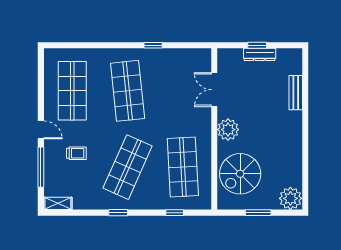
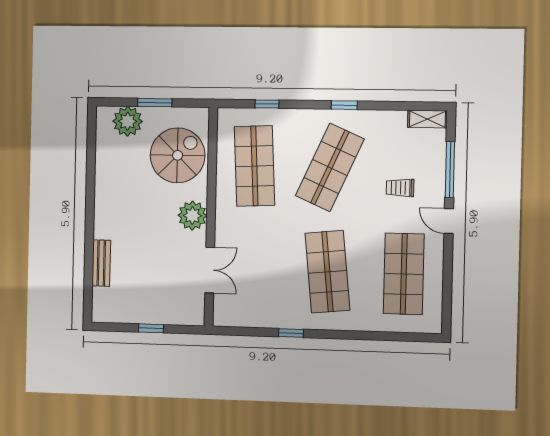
dresser: (260, 54) -> (148, 316), removed
plant: (290, 198) -> (128, 121), moved

